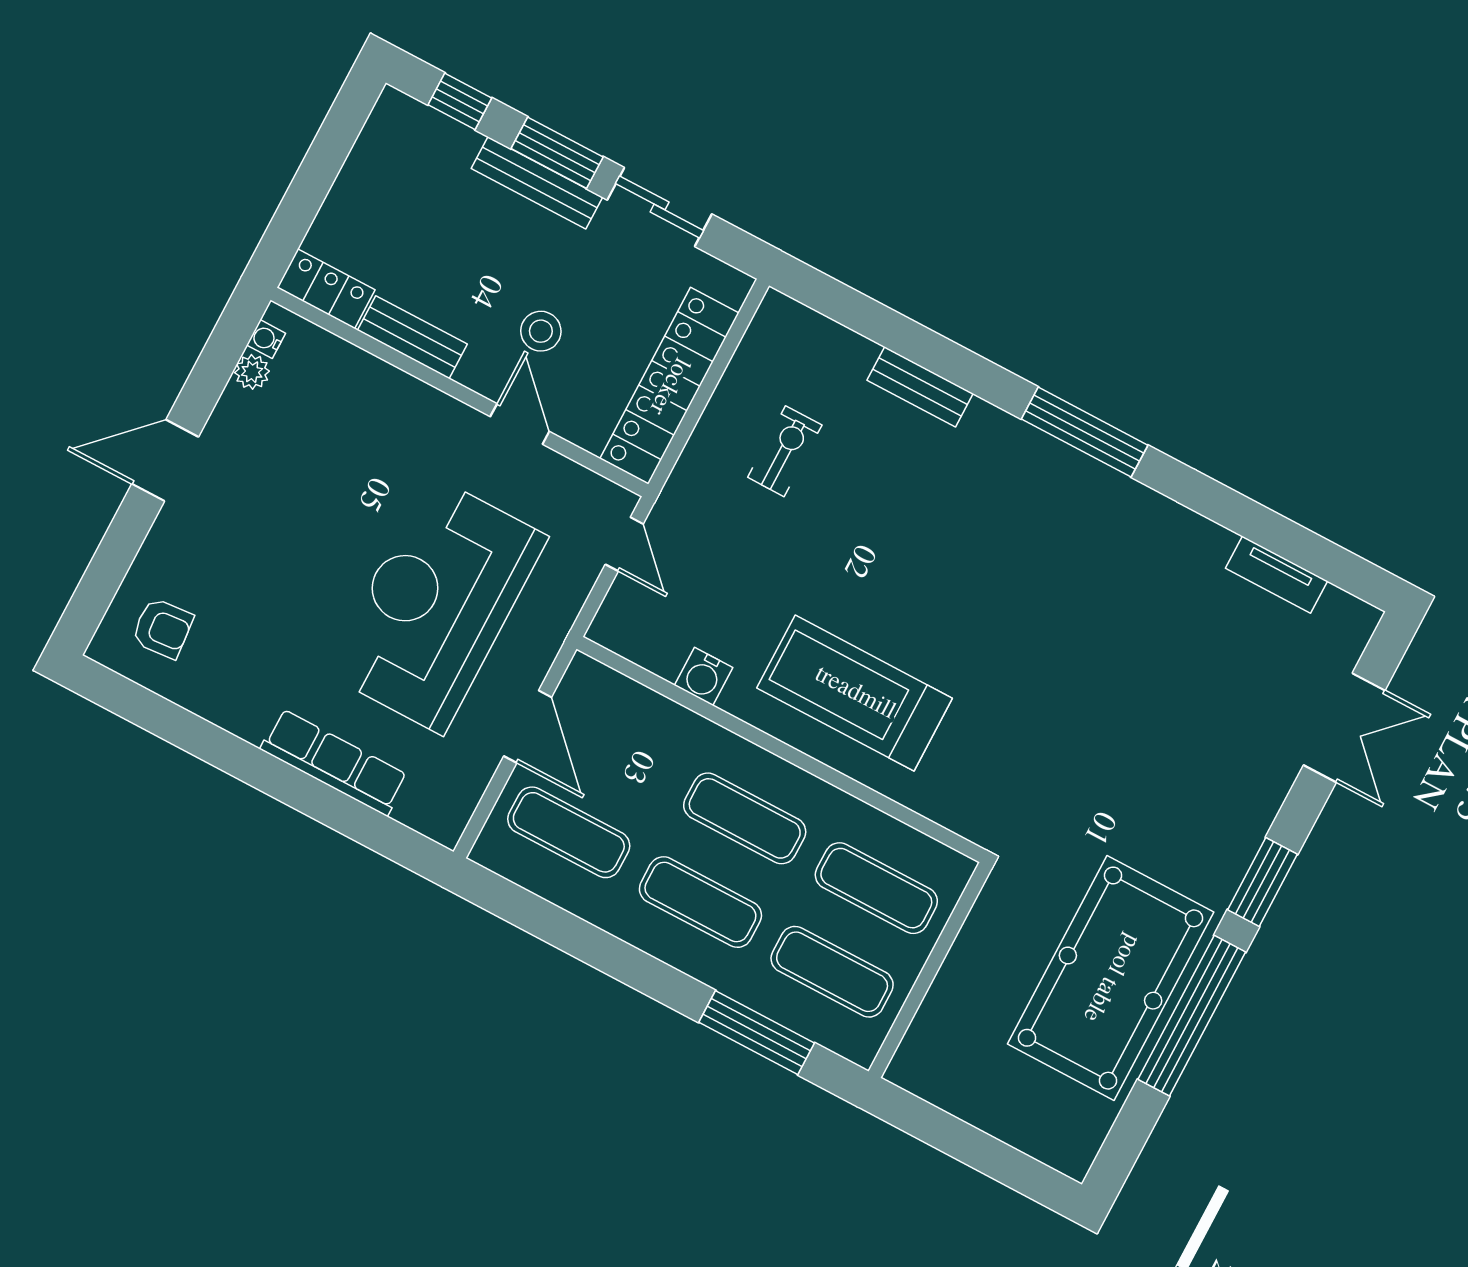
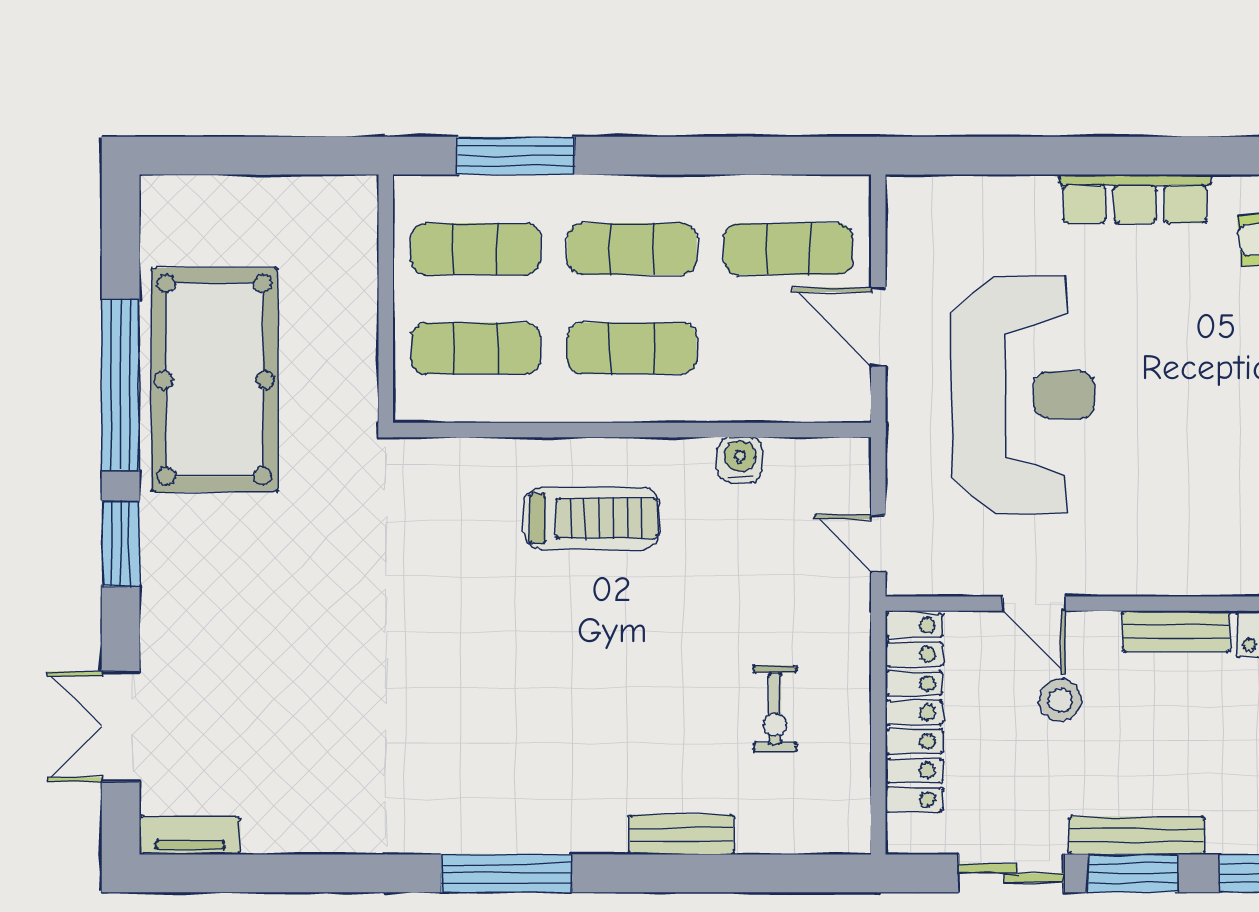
tv unit: (1277, 575) -> (190, 835), moved
treadmill: (855, 693) -> (592, 518), width x0.73, depth x0.73
row of seats: (334, 762) -> (1135, 199), moved

